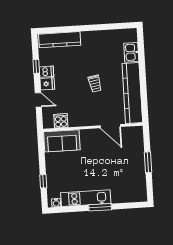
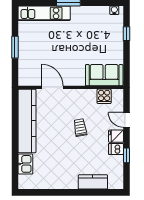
kitchen counter: (60, 40) -> (93, 182), width x0.67
trolley: (95, 84) -> (80, 128), moved
kitchen unit: (86, 198) -> (44, 13), moved

